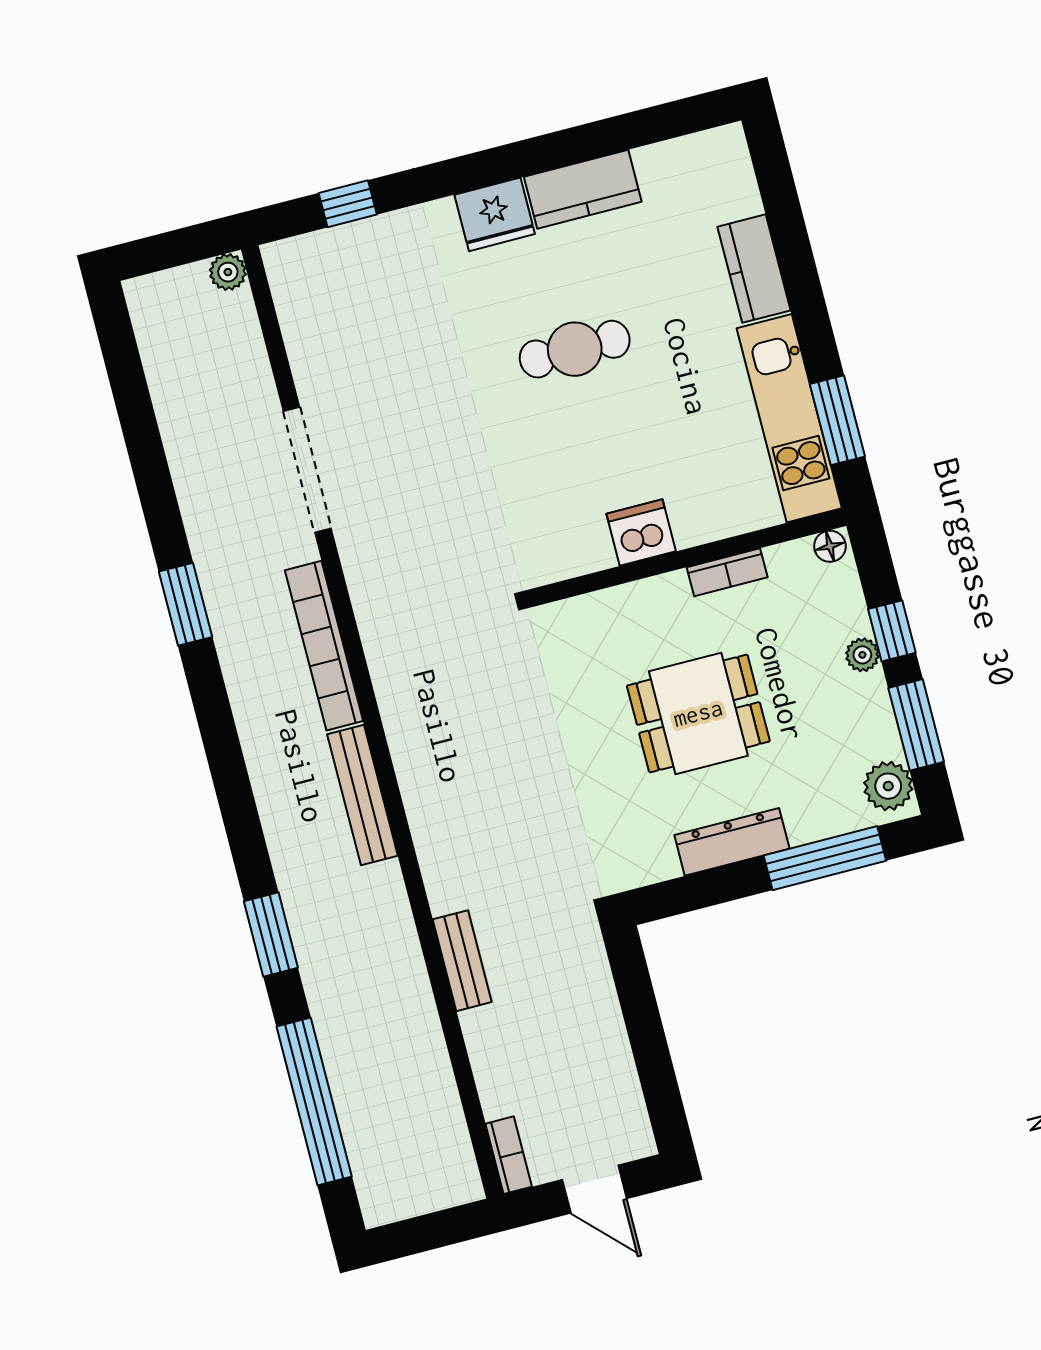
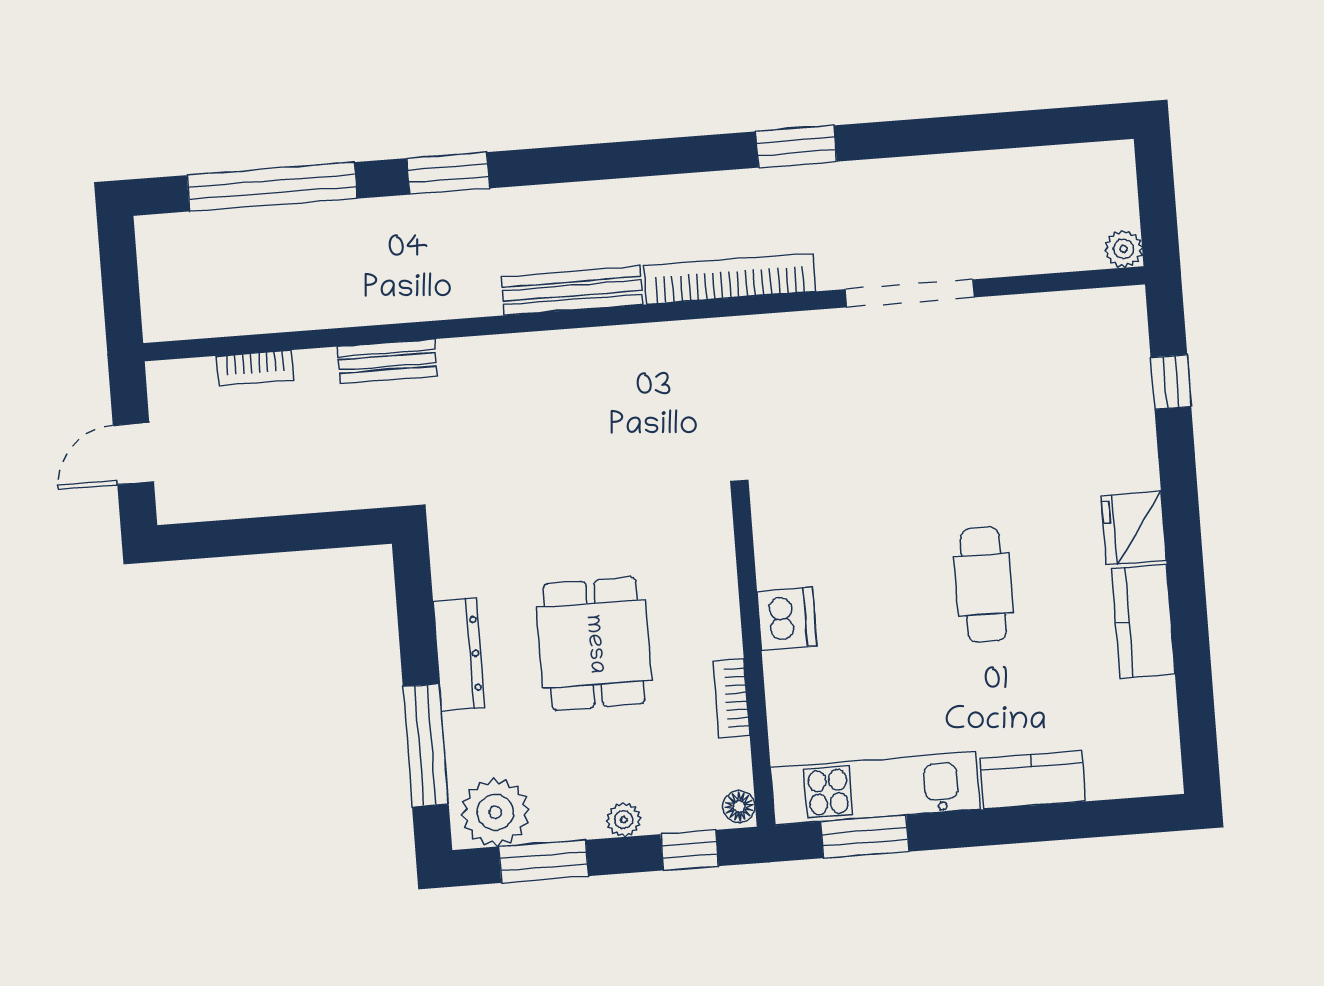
window: (892, 631) -> (690, 850), moved
plant: (888, 786) -> (495, 812), width x1.36, depth x1.36
bookcase: (509, 1155) -> (255, 368), moved

